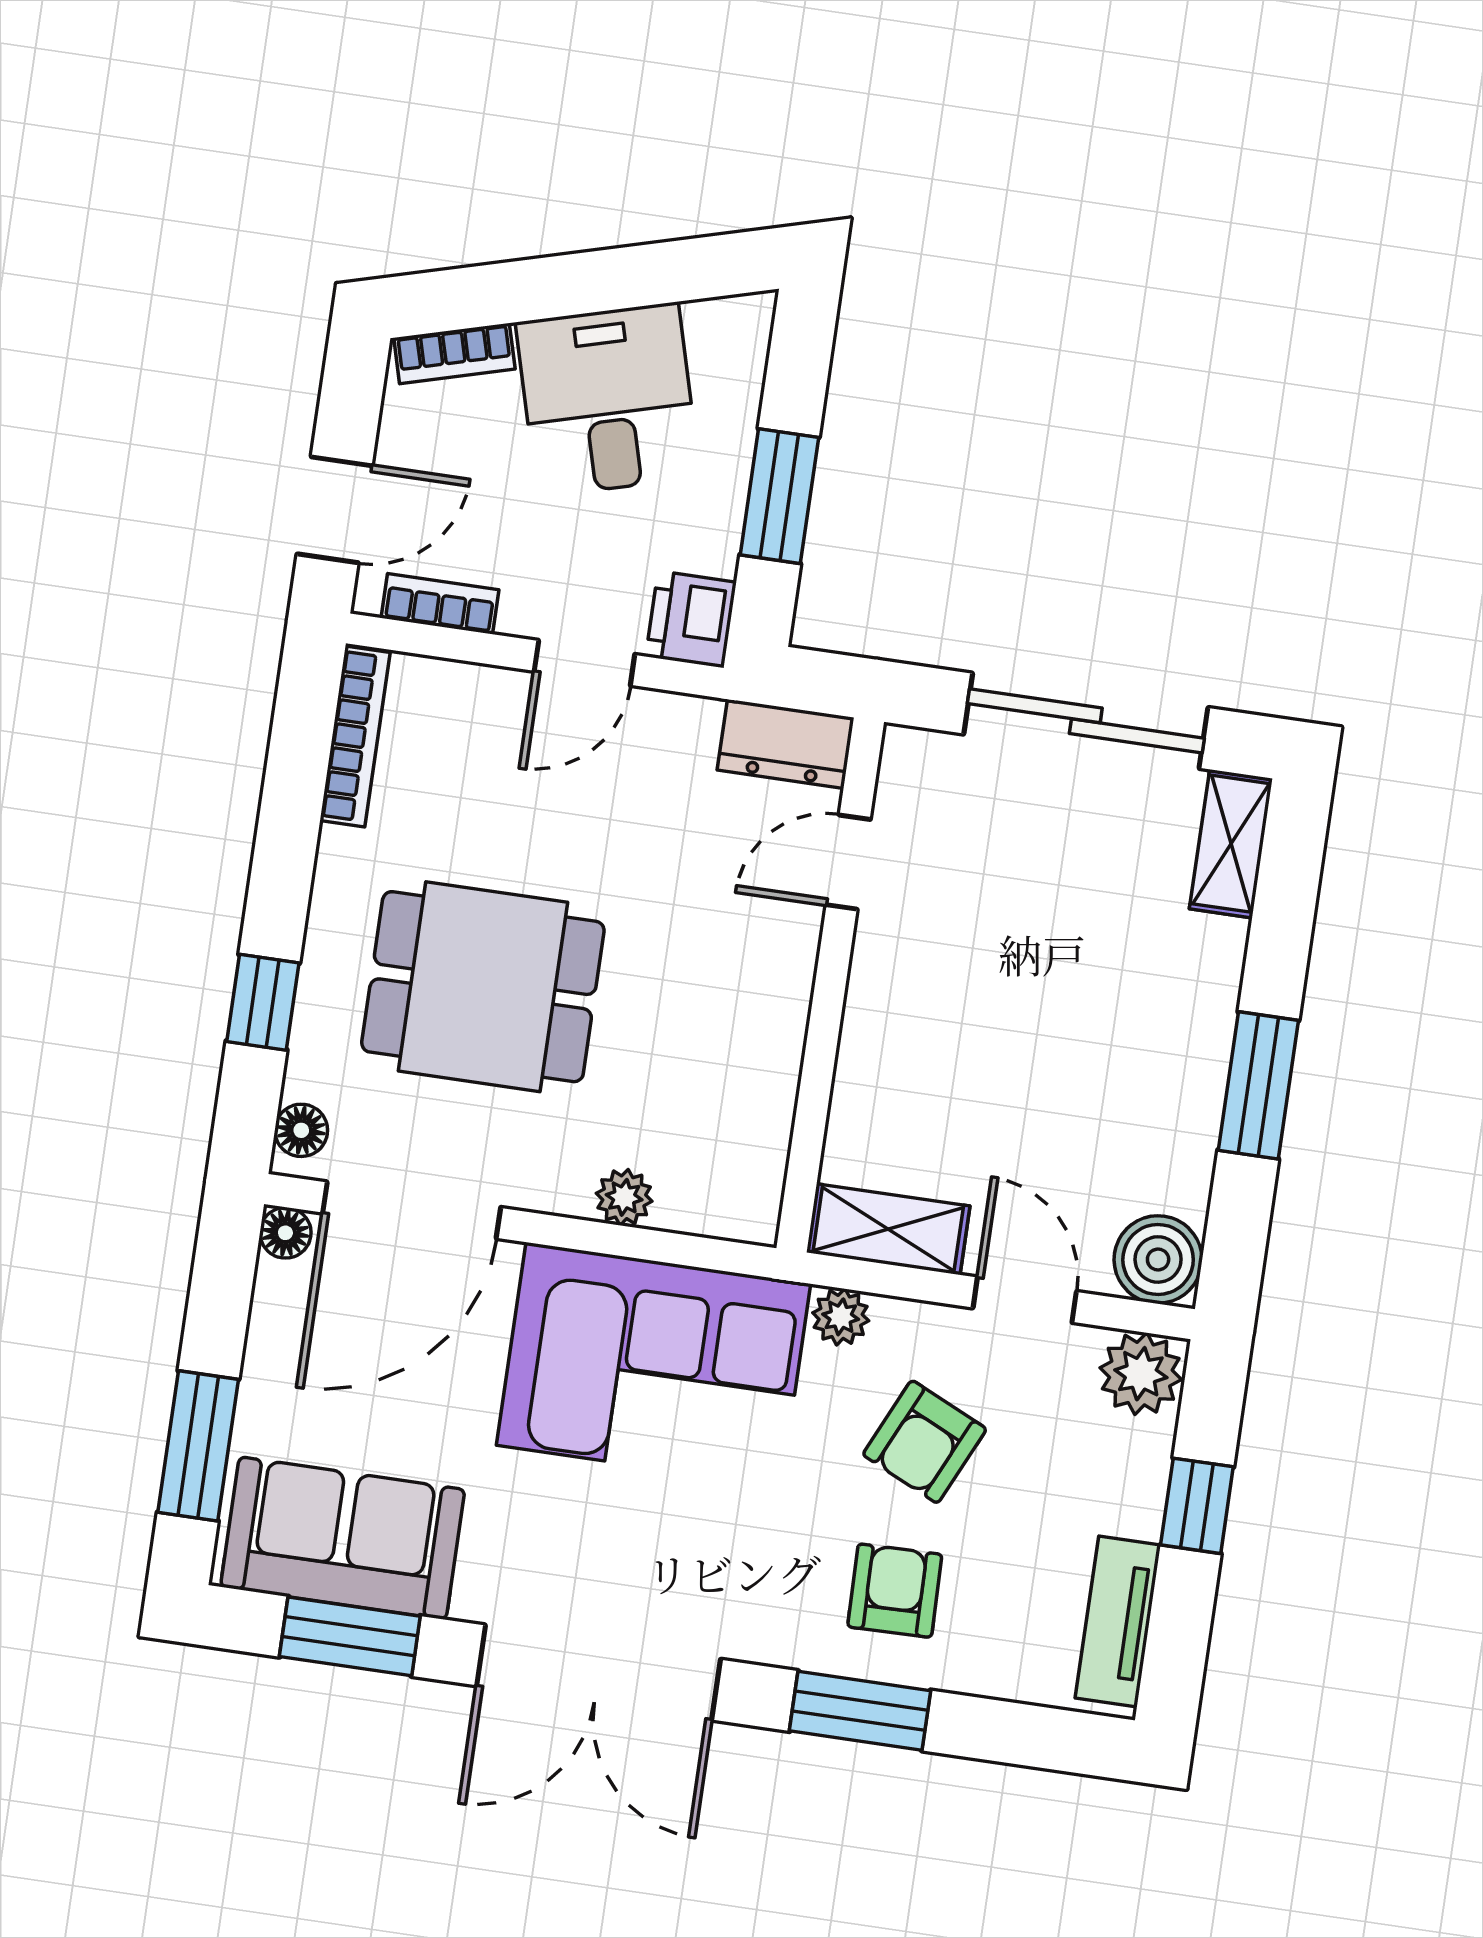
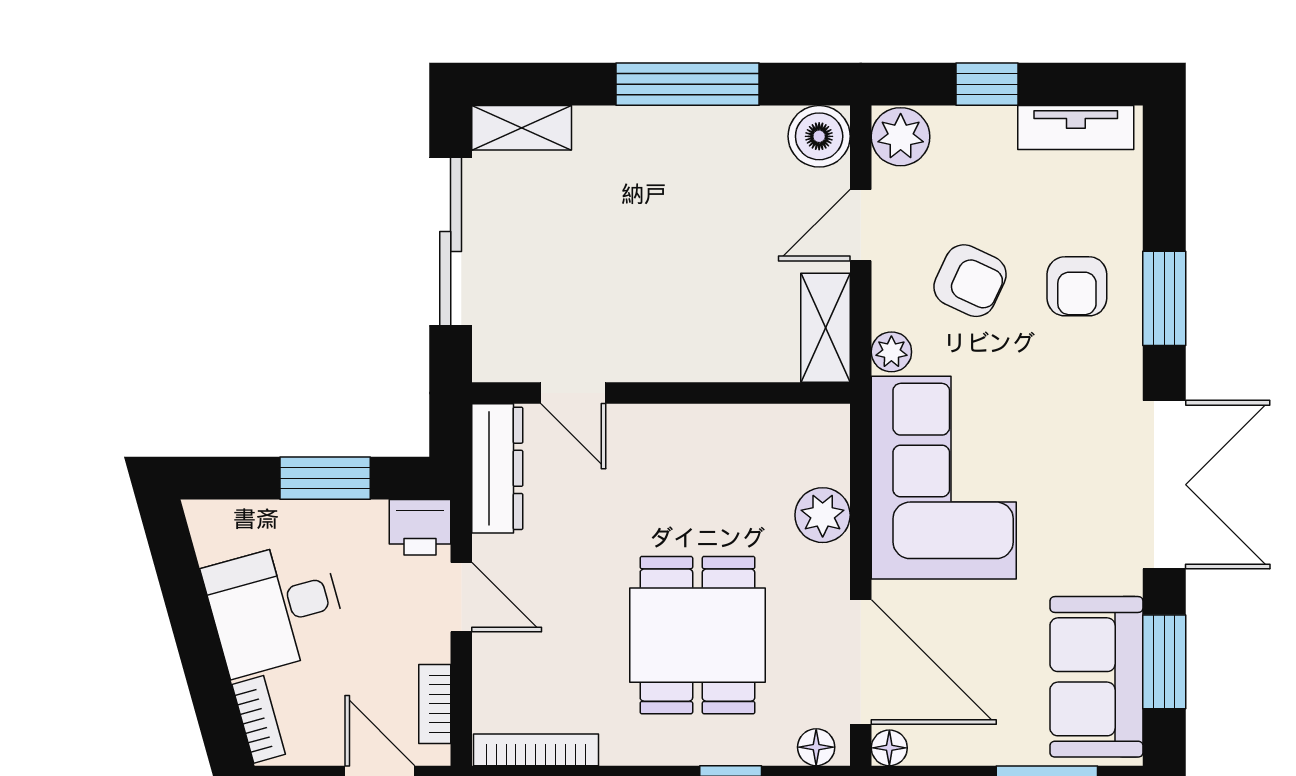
dresser: (786, 744) -> (497, 468), width x1.44
window: (1258, 1085) -> (687, 84), width x1.44
plant: (624, 1197) -> (823, 515), width x1.38, depth x1.38
armchair: (895, 1591) -> (1077, 286), turned -89

